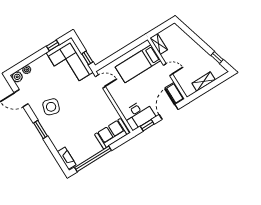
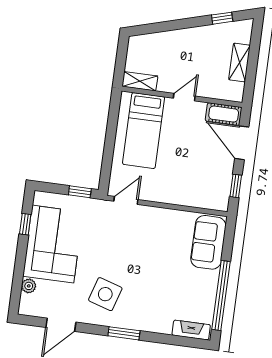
corner sofa: (70, 62) -> (53, 244), moved, turned -90
plant: (17, 77) -> (28, 306), removed
desk: (139, 115) -> (212, 186), removed

